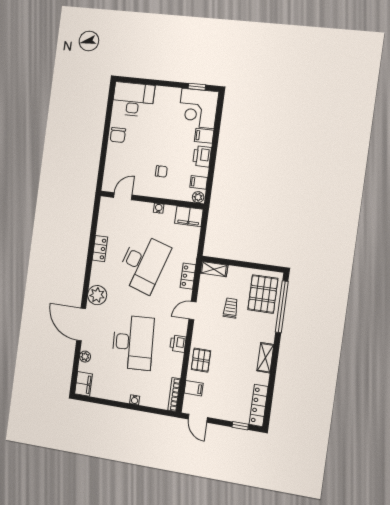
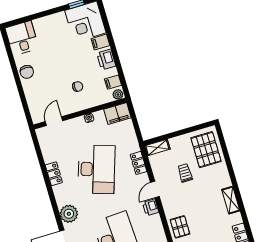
desk: (133, 99) -> (22, 38), width x0.73
window: (282, 307) -> (226, 153), removed
printer: (178, 344) -> (151, 207), moved

